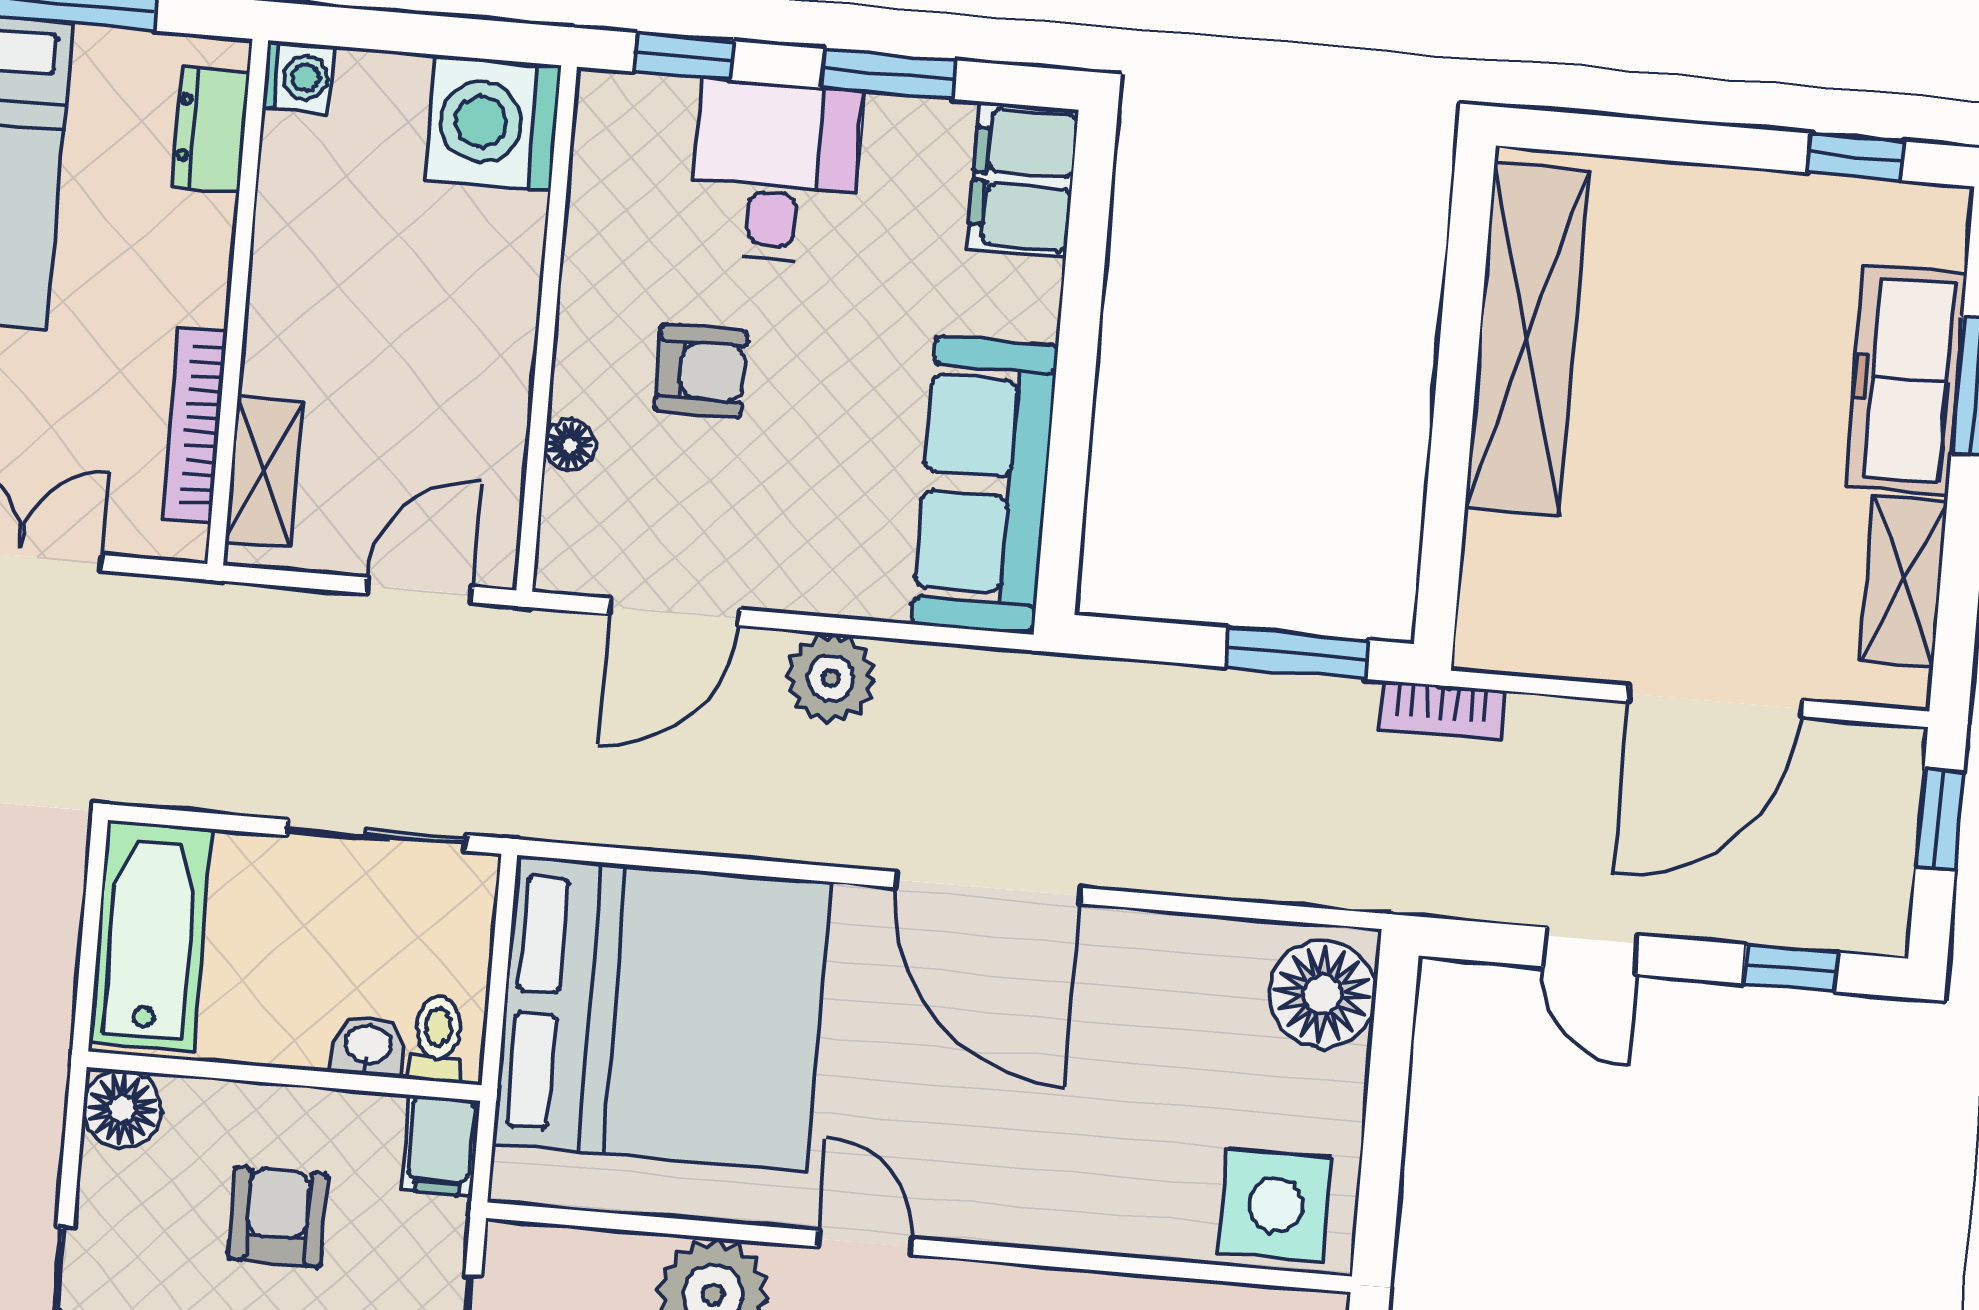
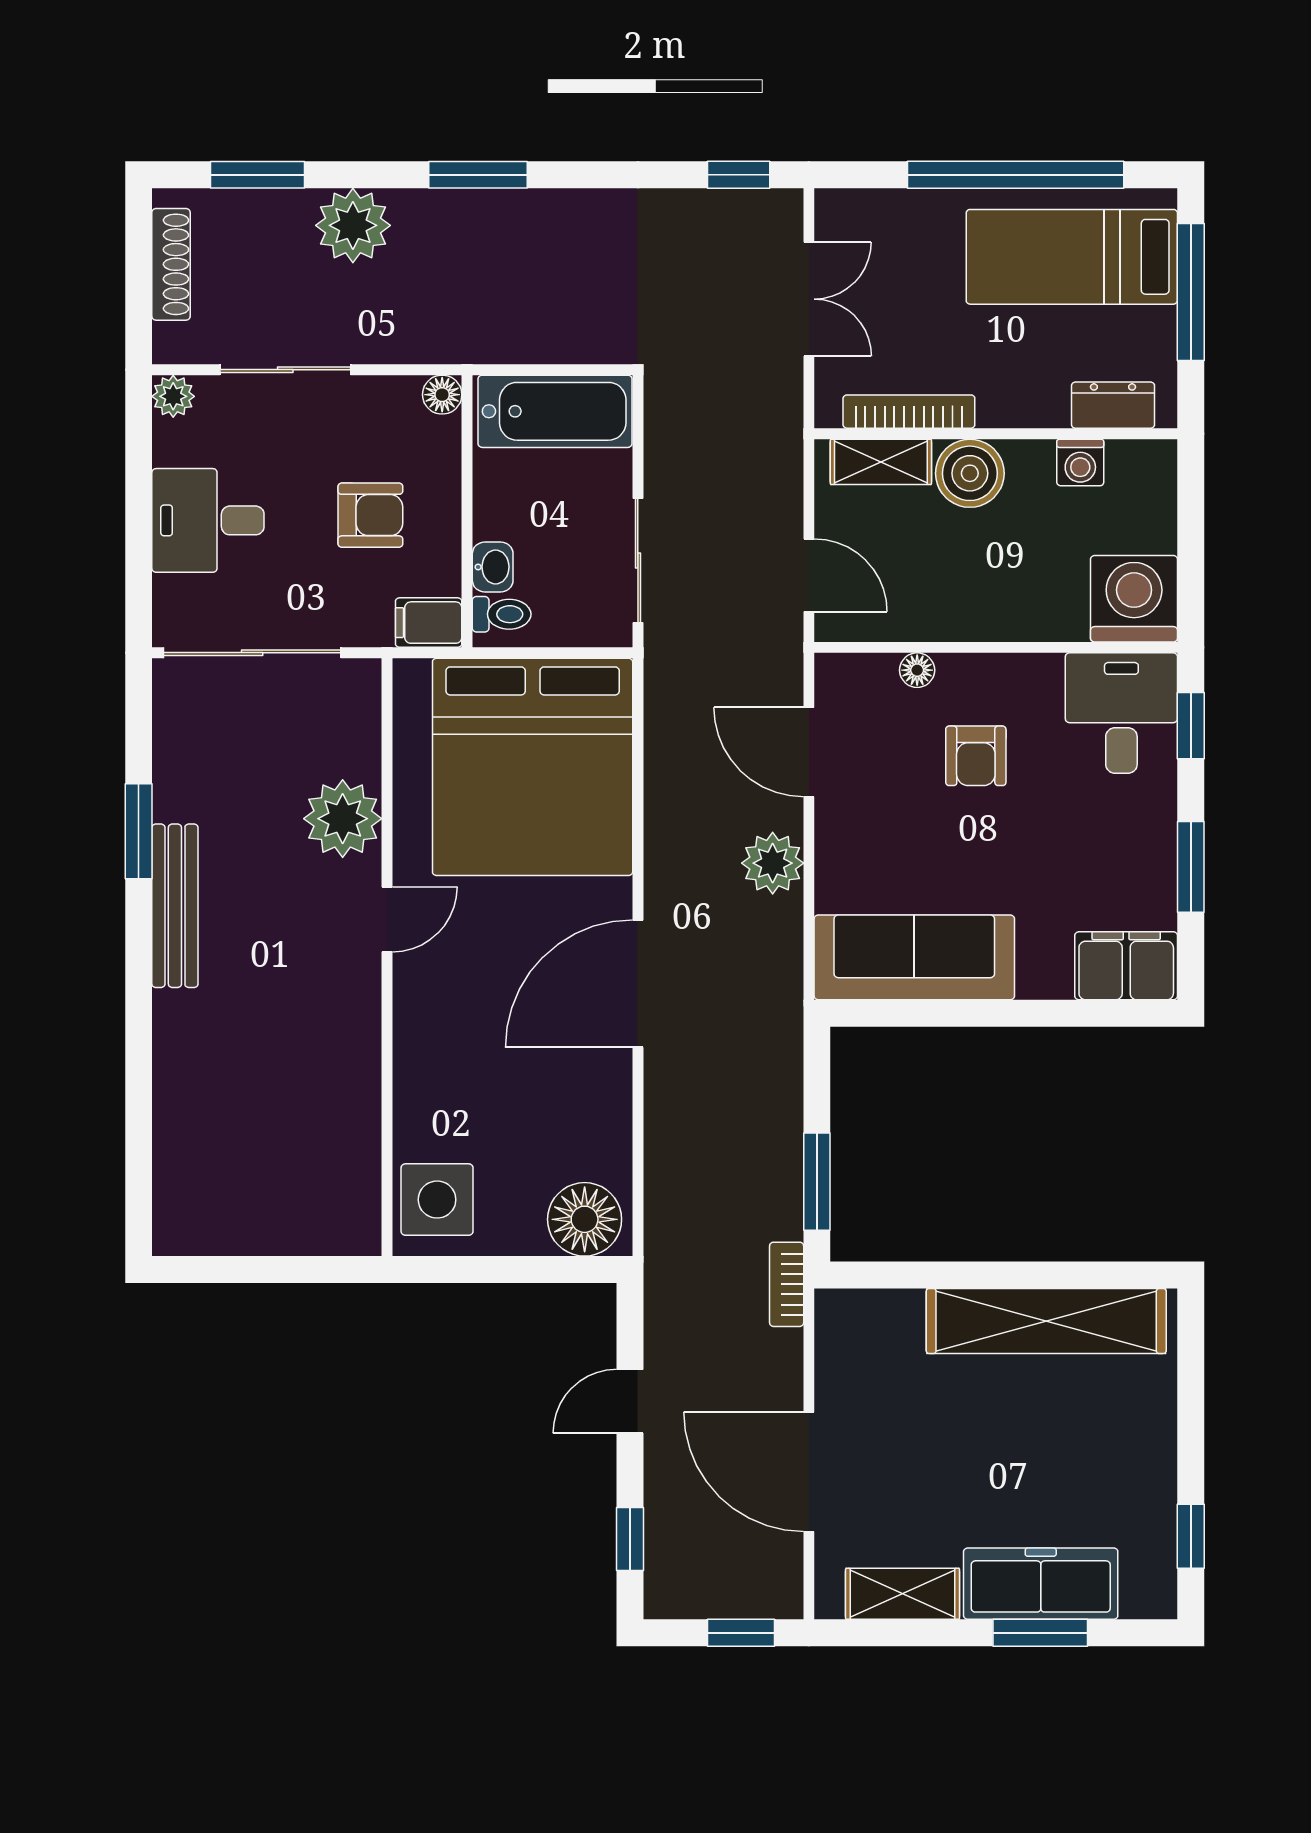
washing machine: (299, 77) -> (1080, 463), moved
desk: (775, 172) -> (1121, 713), moved, turned -90
boiler: (292, 345) -> (970, 473), added
floor lamp: (122, 1109) -> (442, 395), width x0.73, depth x0.73

